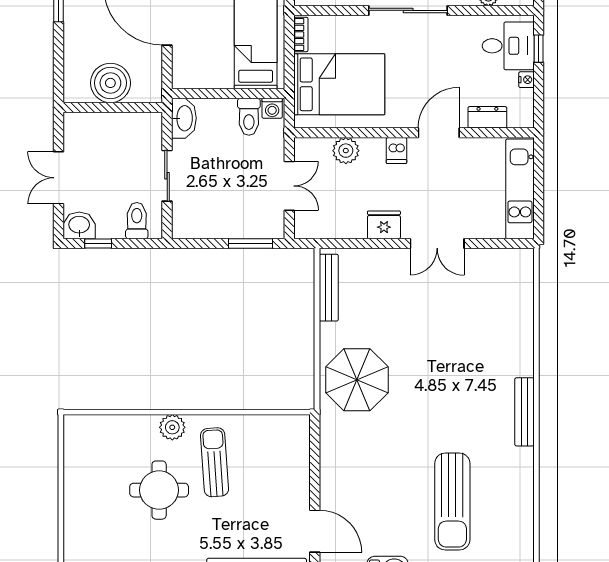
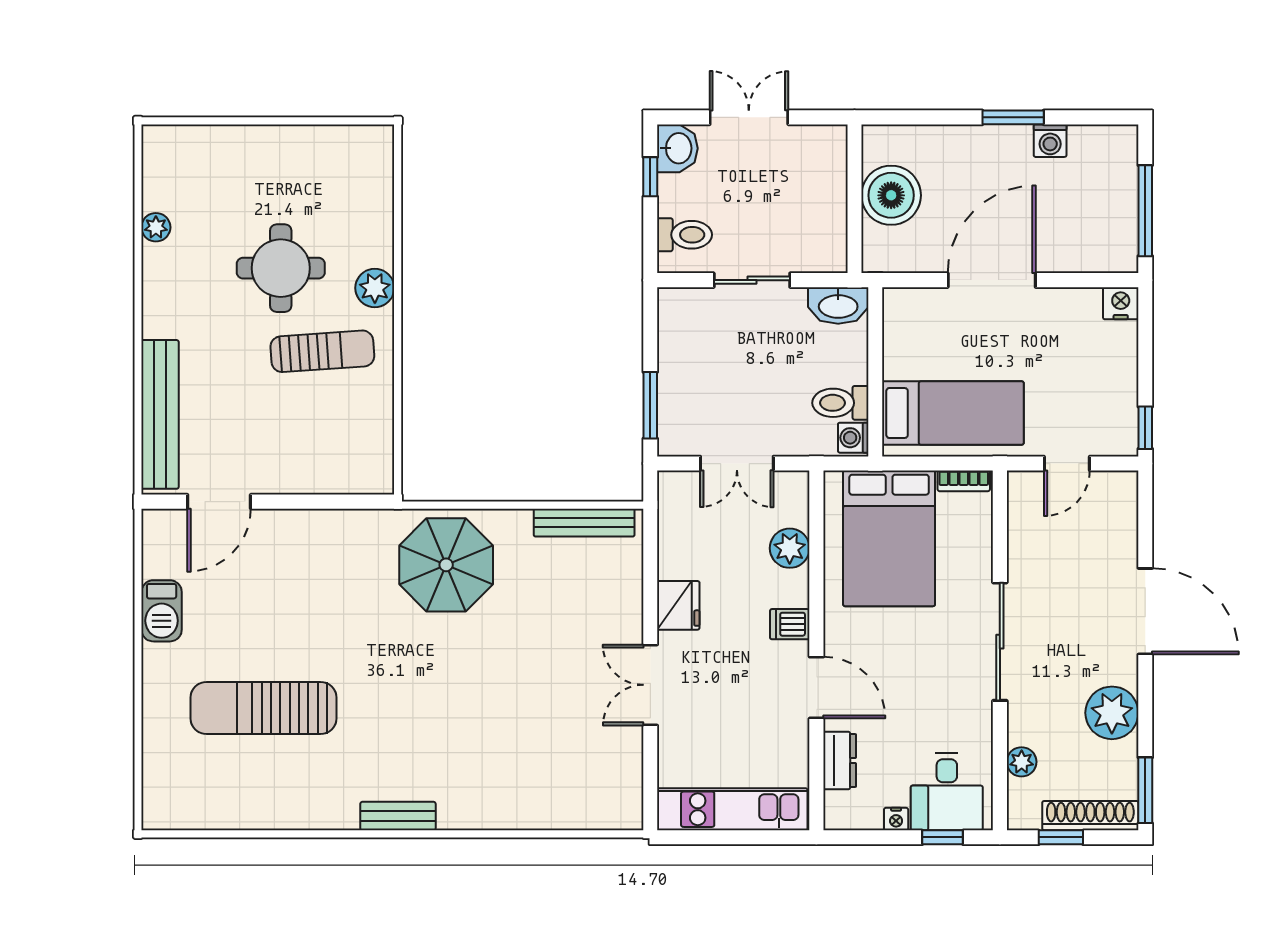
bench: (524, 412) -> (398, 816), width x0.73

